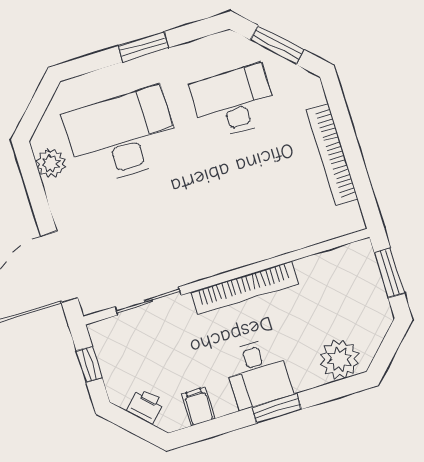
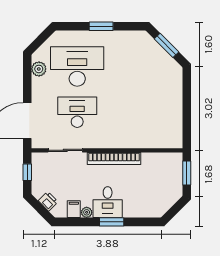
desk: (233, 102) -> (77, 112), moved
bookcase: (332, 154) -> (177, 107), removed
plant: (339, 359) -> (87, 212), moved, width x0.53, depth x0.53

